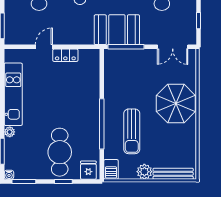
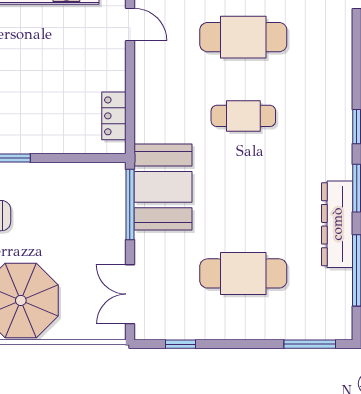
door: (44, 47) -> (130, 25), moved
locker: (65, 55) -> (114, 116), moved

